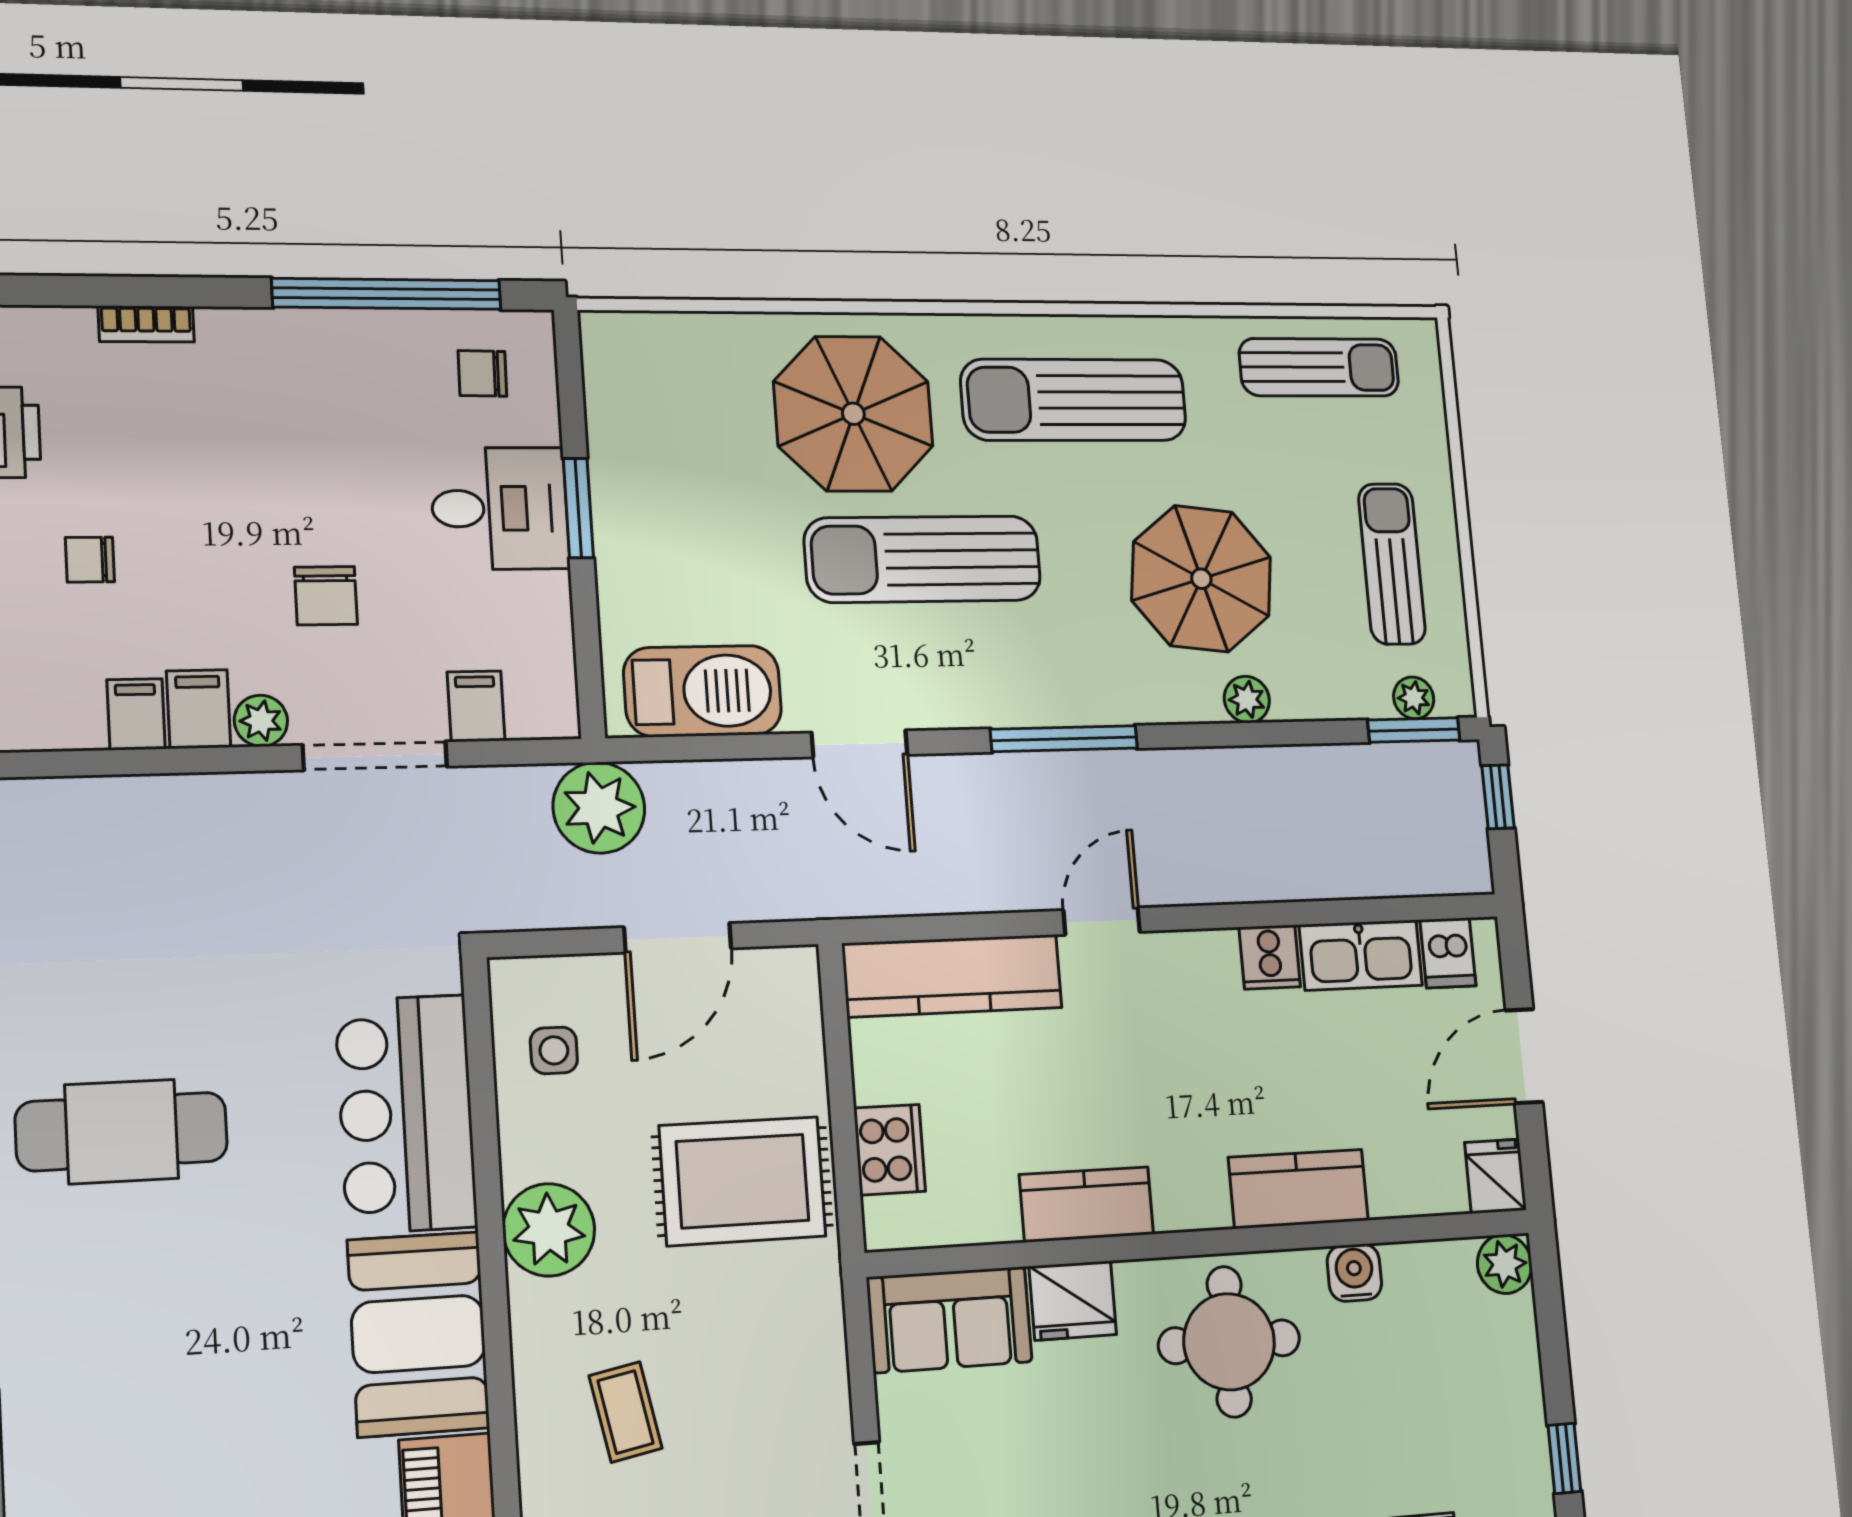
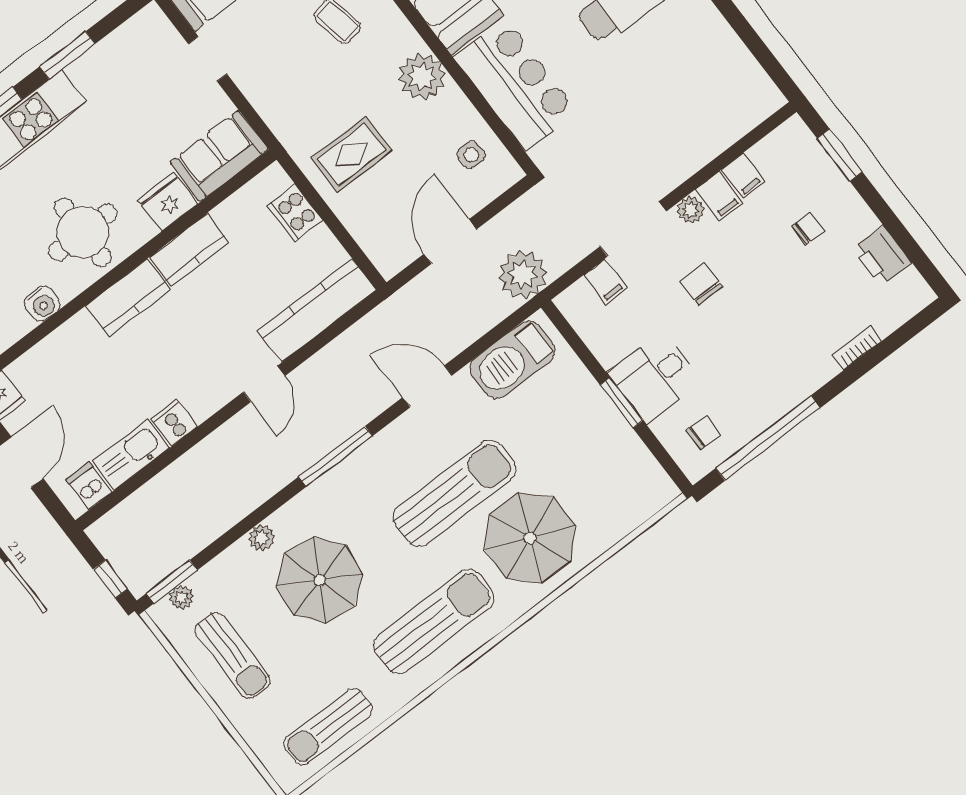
rug: (743, 1181) -> (351, 154), width x0.73, depth x0.70
kitchen counter: (1298, 1189) -> (128, 298), moved

